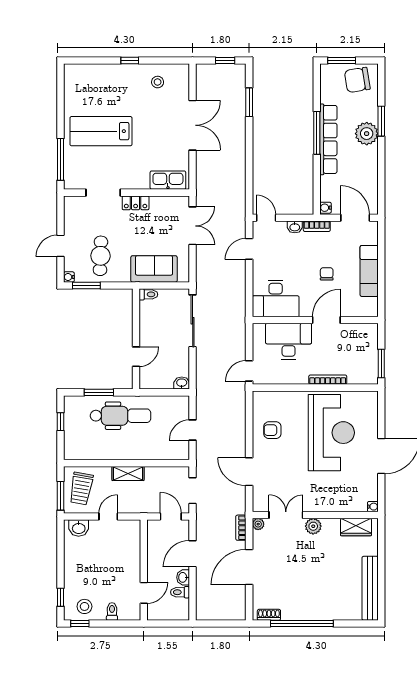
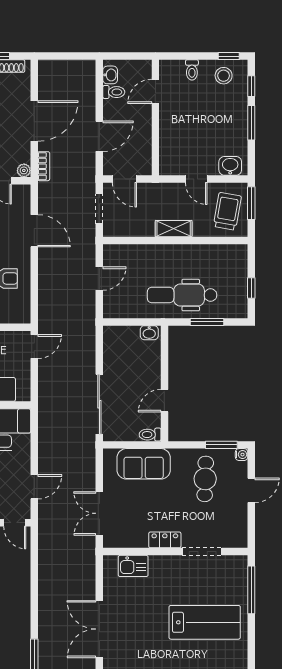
kitchen sink: (168, 180) -> (133, 566), width x0.73
door: (136, 357) -> (164, 401), moved
washbasin: (182, 383) -> (149, 333), moved
door: (108, 517) -> (196, 179), hinge flipped
window: (60, 566) -> (251, 123), added
washbasin: (183, 577) -> (110, 75), moved

